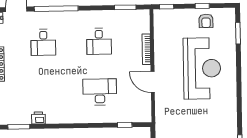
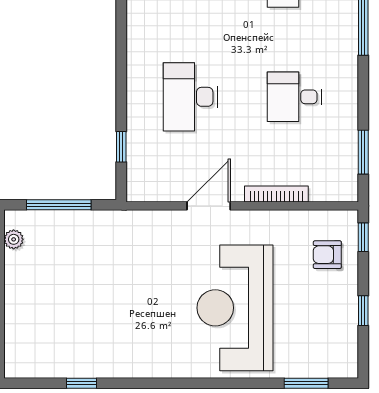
armchair: (206, 21) -> (327, 255), moved
reception desk: (202, 68) -> (235, 308), turned 90
desk: (100, 92) -> (190, 97), turned 180

